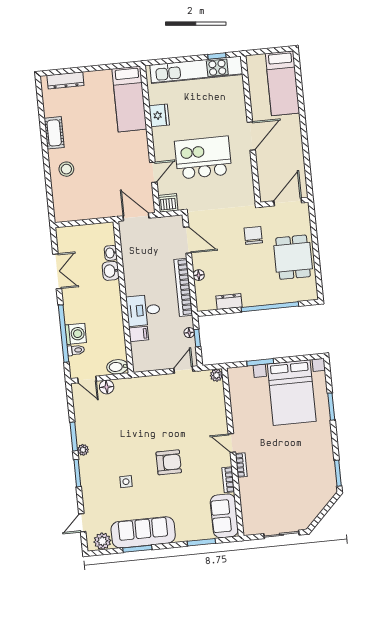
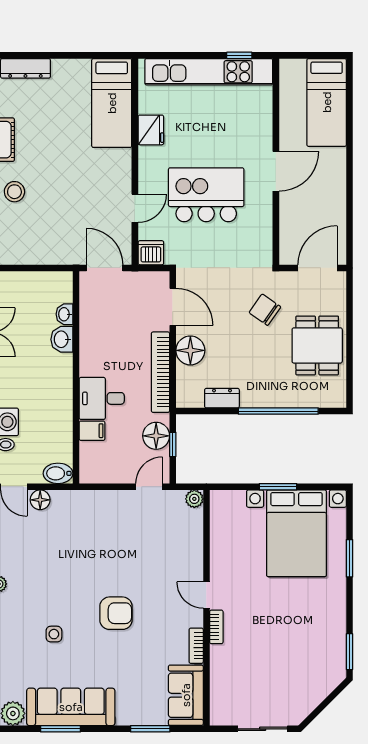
chair: (253, 235) -> (265, 310), turned -55
floor lamp: (199, 275) -> (190, 350), width x1.89, depth x1.89
floor lamp: (189, 333) -> (156, 436), width x1.89, depth x1.89
window: (260, 362) -> (278, 487), moved

